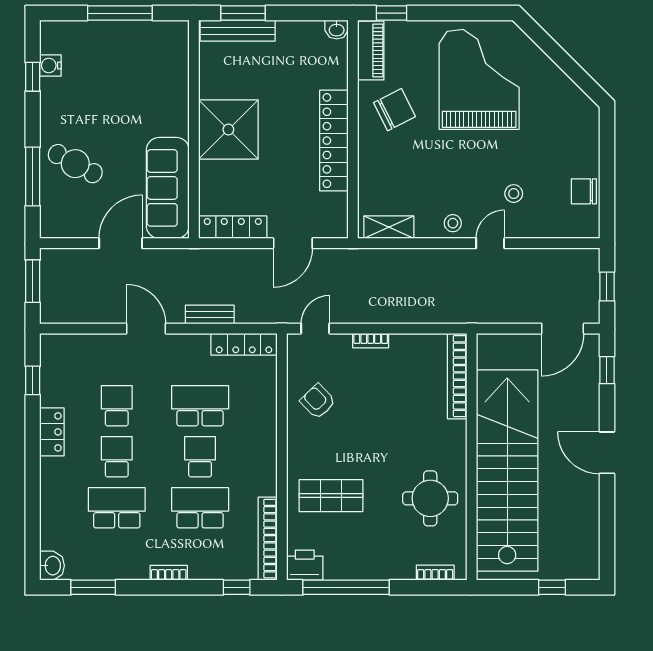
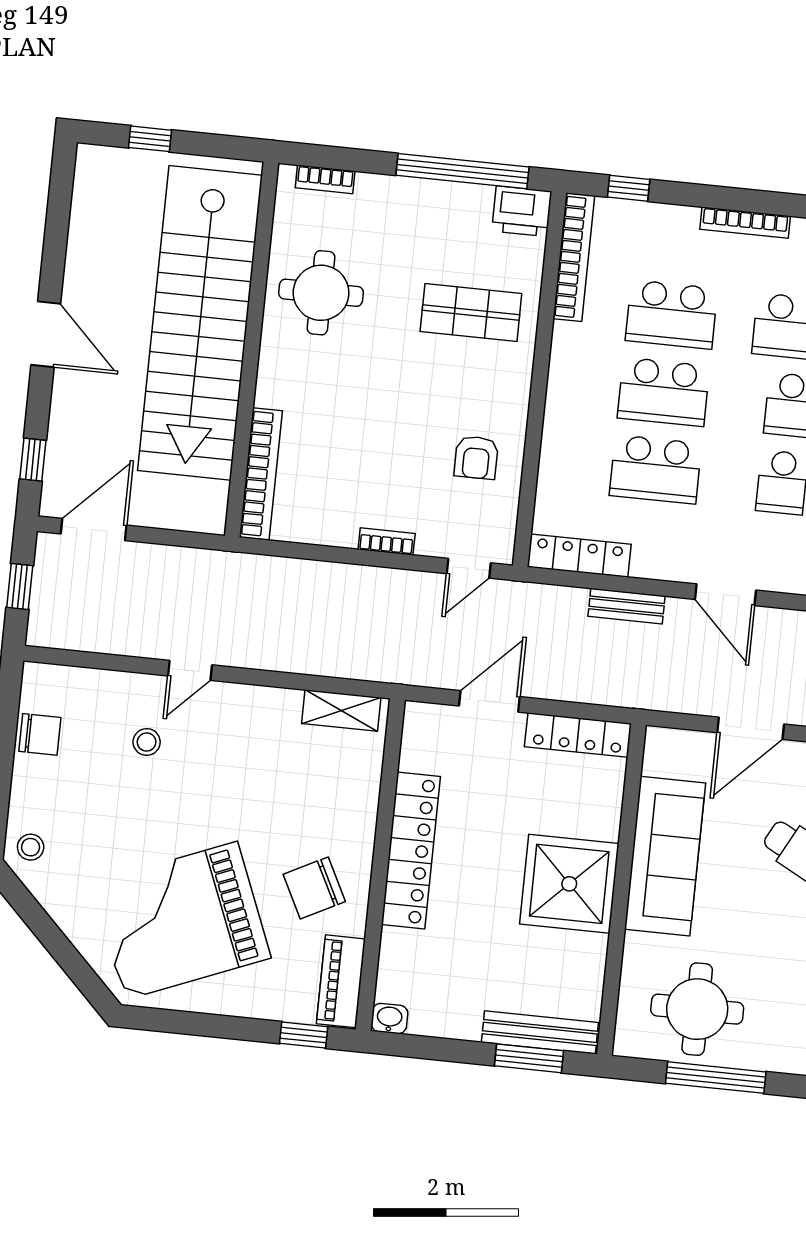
round table: (137, 56) -> (697, 1009), added
grand piano: (479, 79) -> (181, 921), turned 68
sofa: (168, 188) -> (665, 856), moved
stool: (453, 223) -> (31, 847), moved
armchair: (318, 401) -> (476, 458), turned 44
school desk: (200, 457) -> (664, 392), width x1.85
bookcase: (169, 573) -> (745, 223), width x1.56

